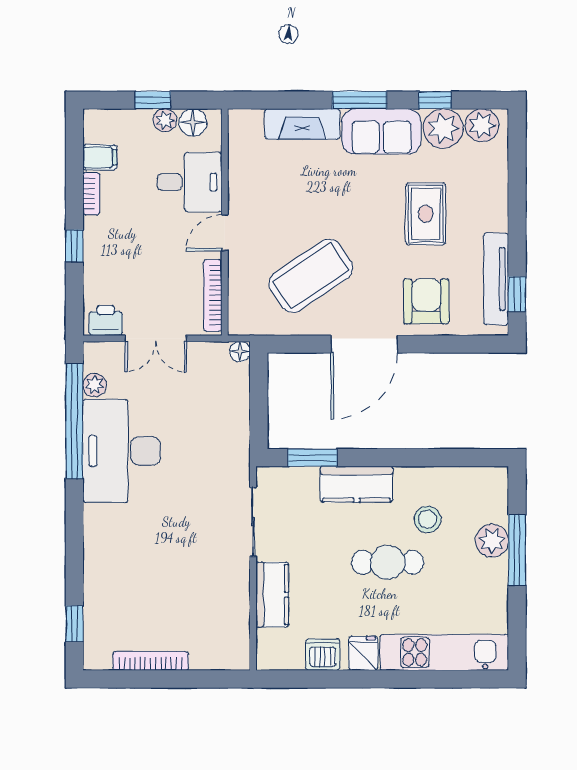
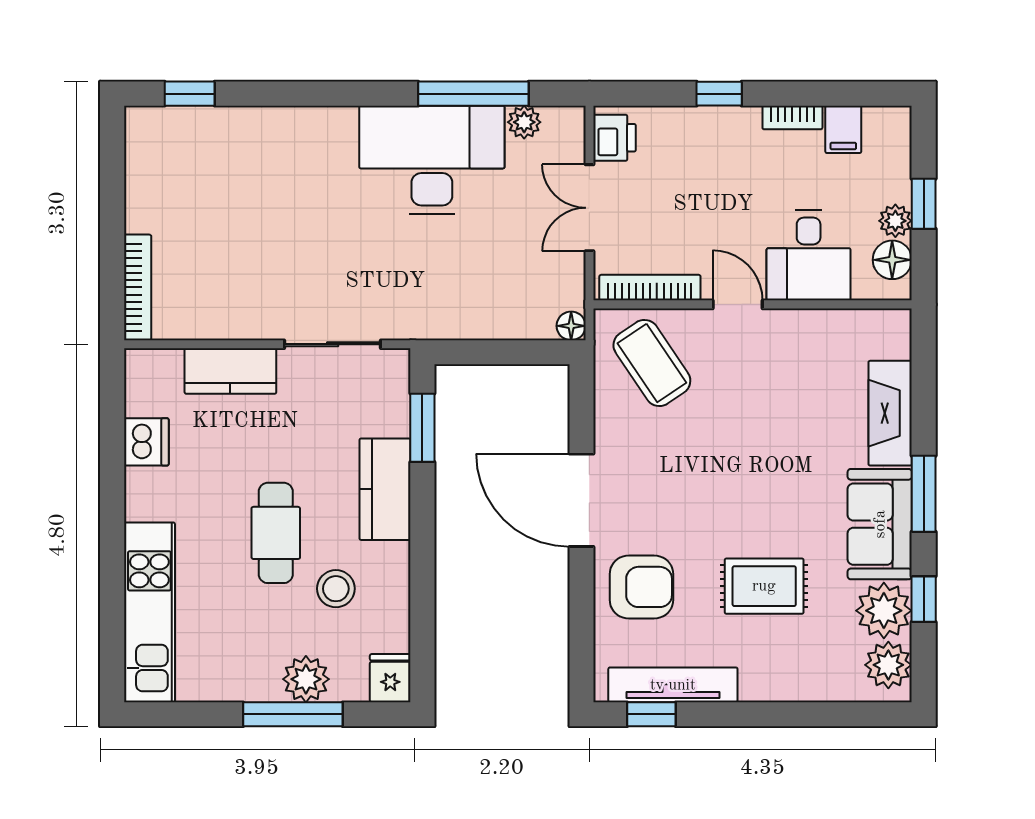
coffee table: (311, 276) -> (652, 363), moved, width x0.73, depth x0.76
window: (74, 421) -> (473, 94), width x0.68
fridge: (363, 653) -> (390, 678), moved, turned -90
bookcase: (151, 661) -> (138, 287), moved

